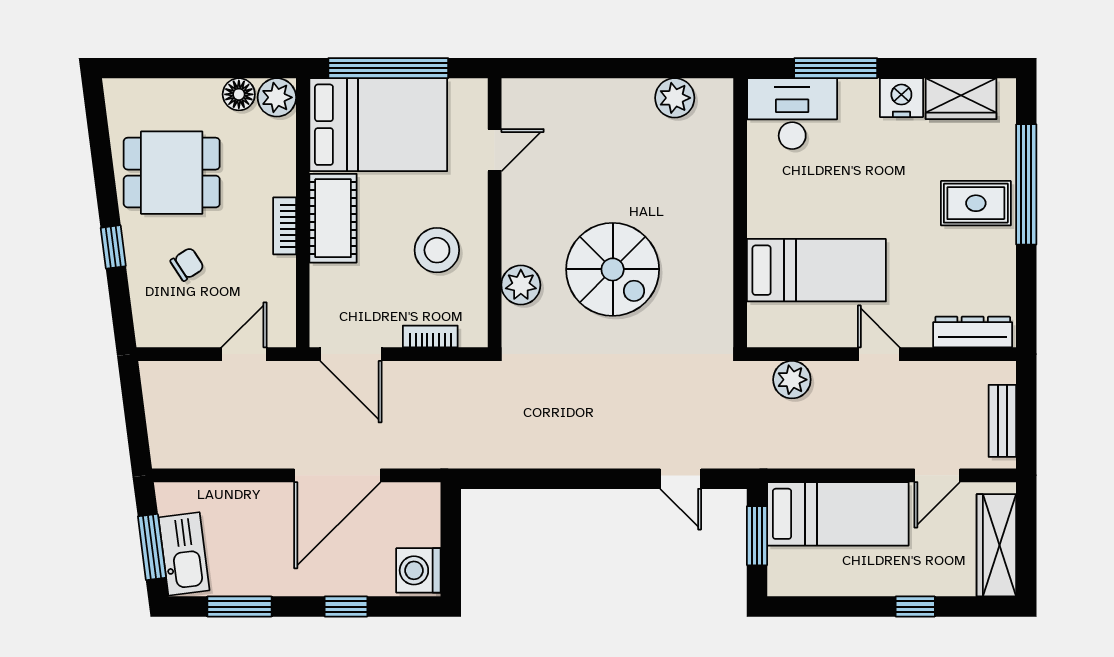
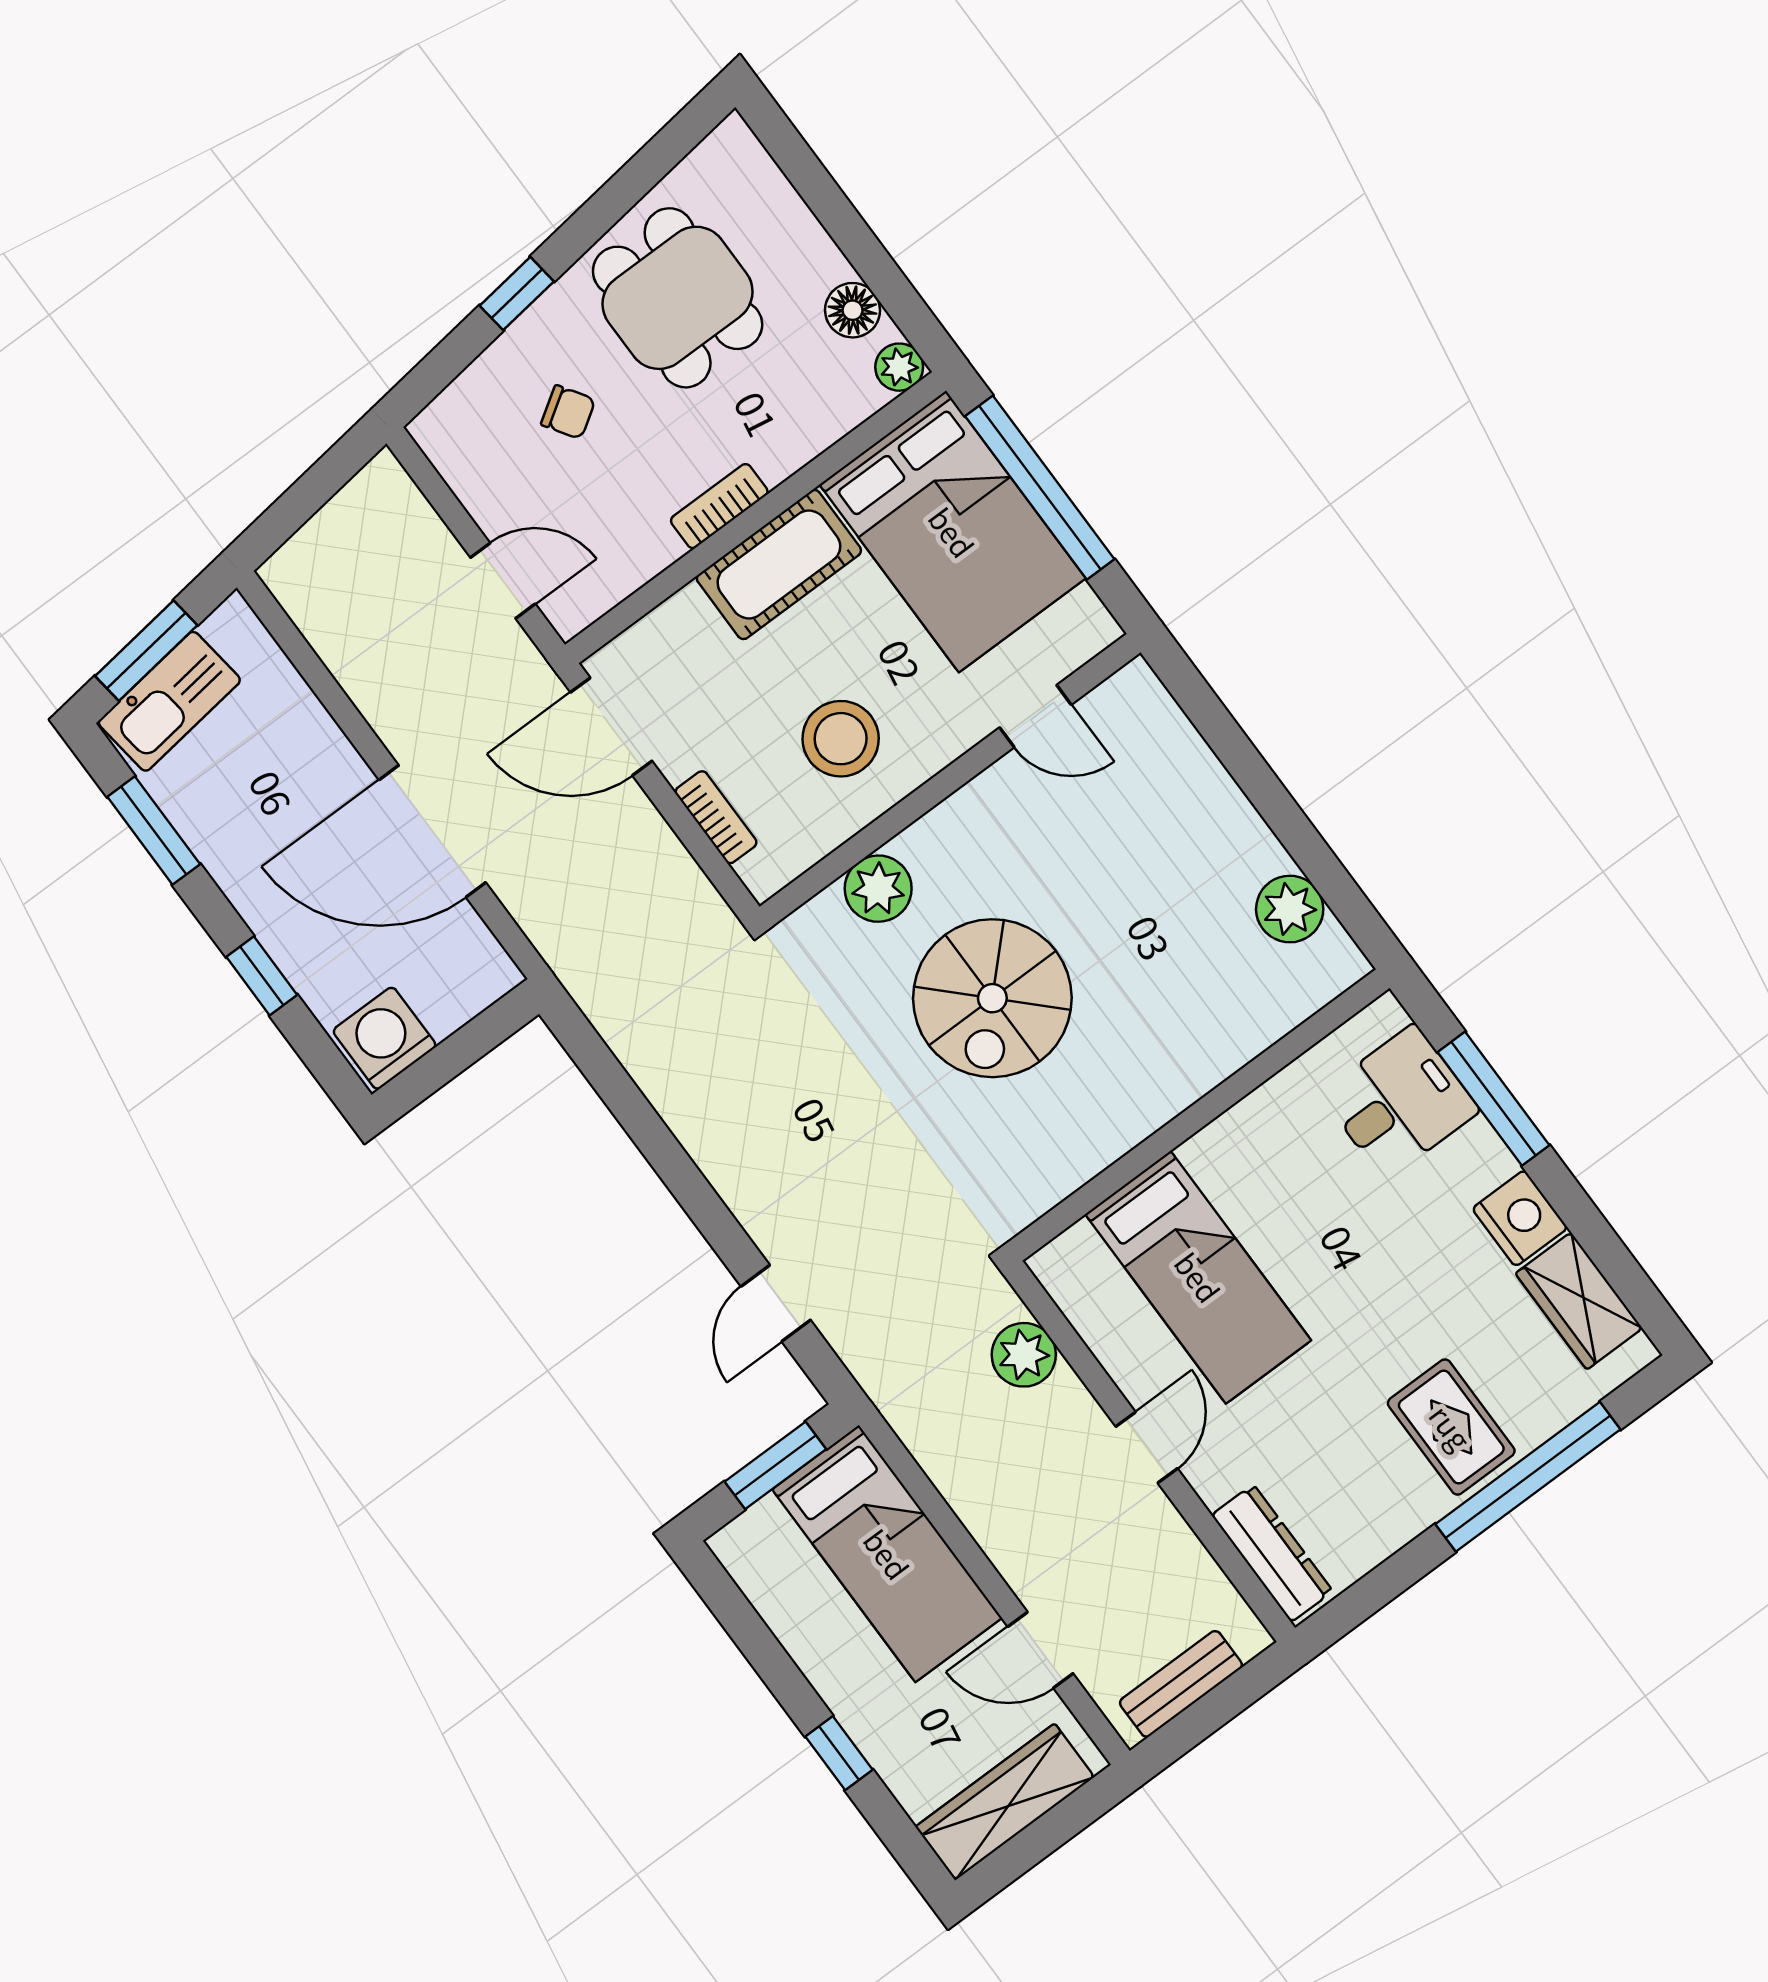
plant: (277, 97) -> (899, 367), width x0.73, depth x0.73
desk: (792, 114) -> (1400, 1102), width x0.73
door: (351, 354) -> (611, 727), hinge flipped

